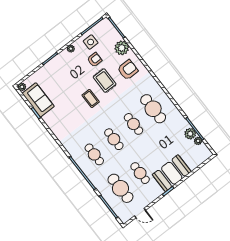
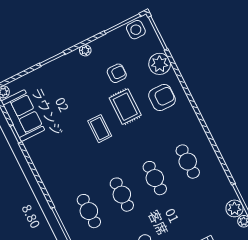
side table: (91, 42) -> (136, 30), moved
cafe table: (153, 109) -> (188, 162), width x0.73, depth x0.74

